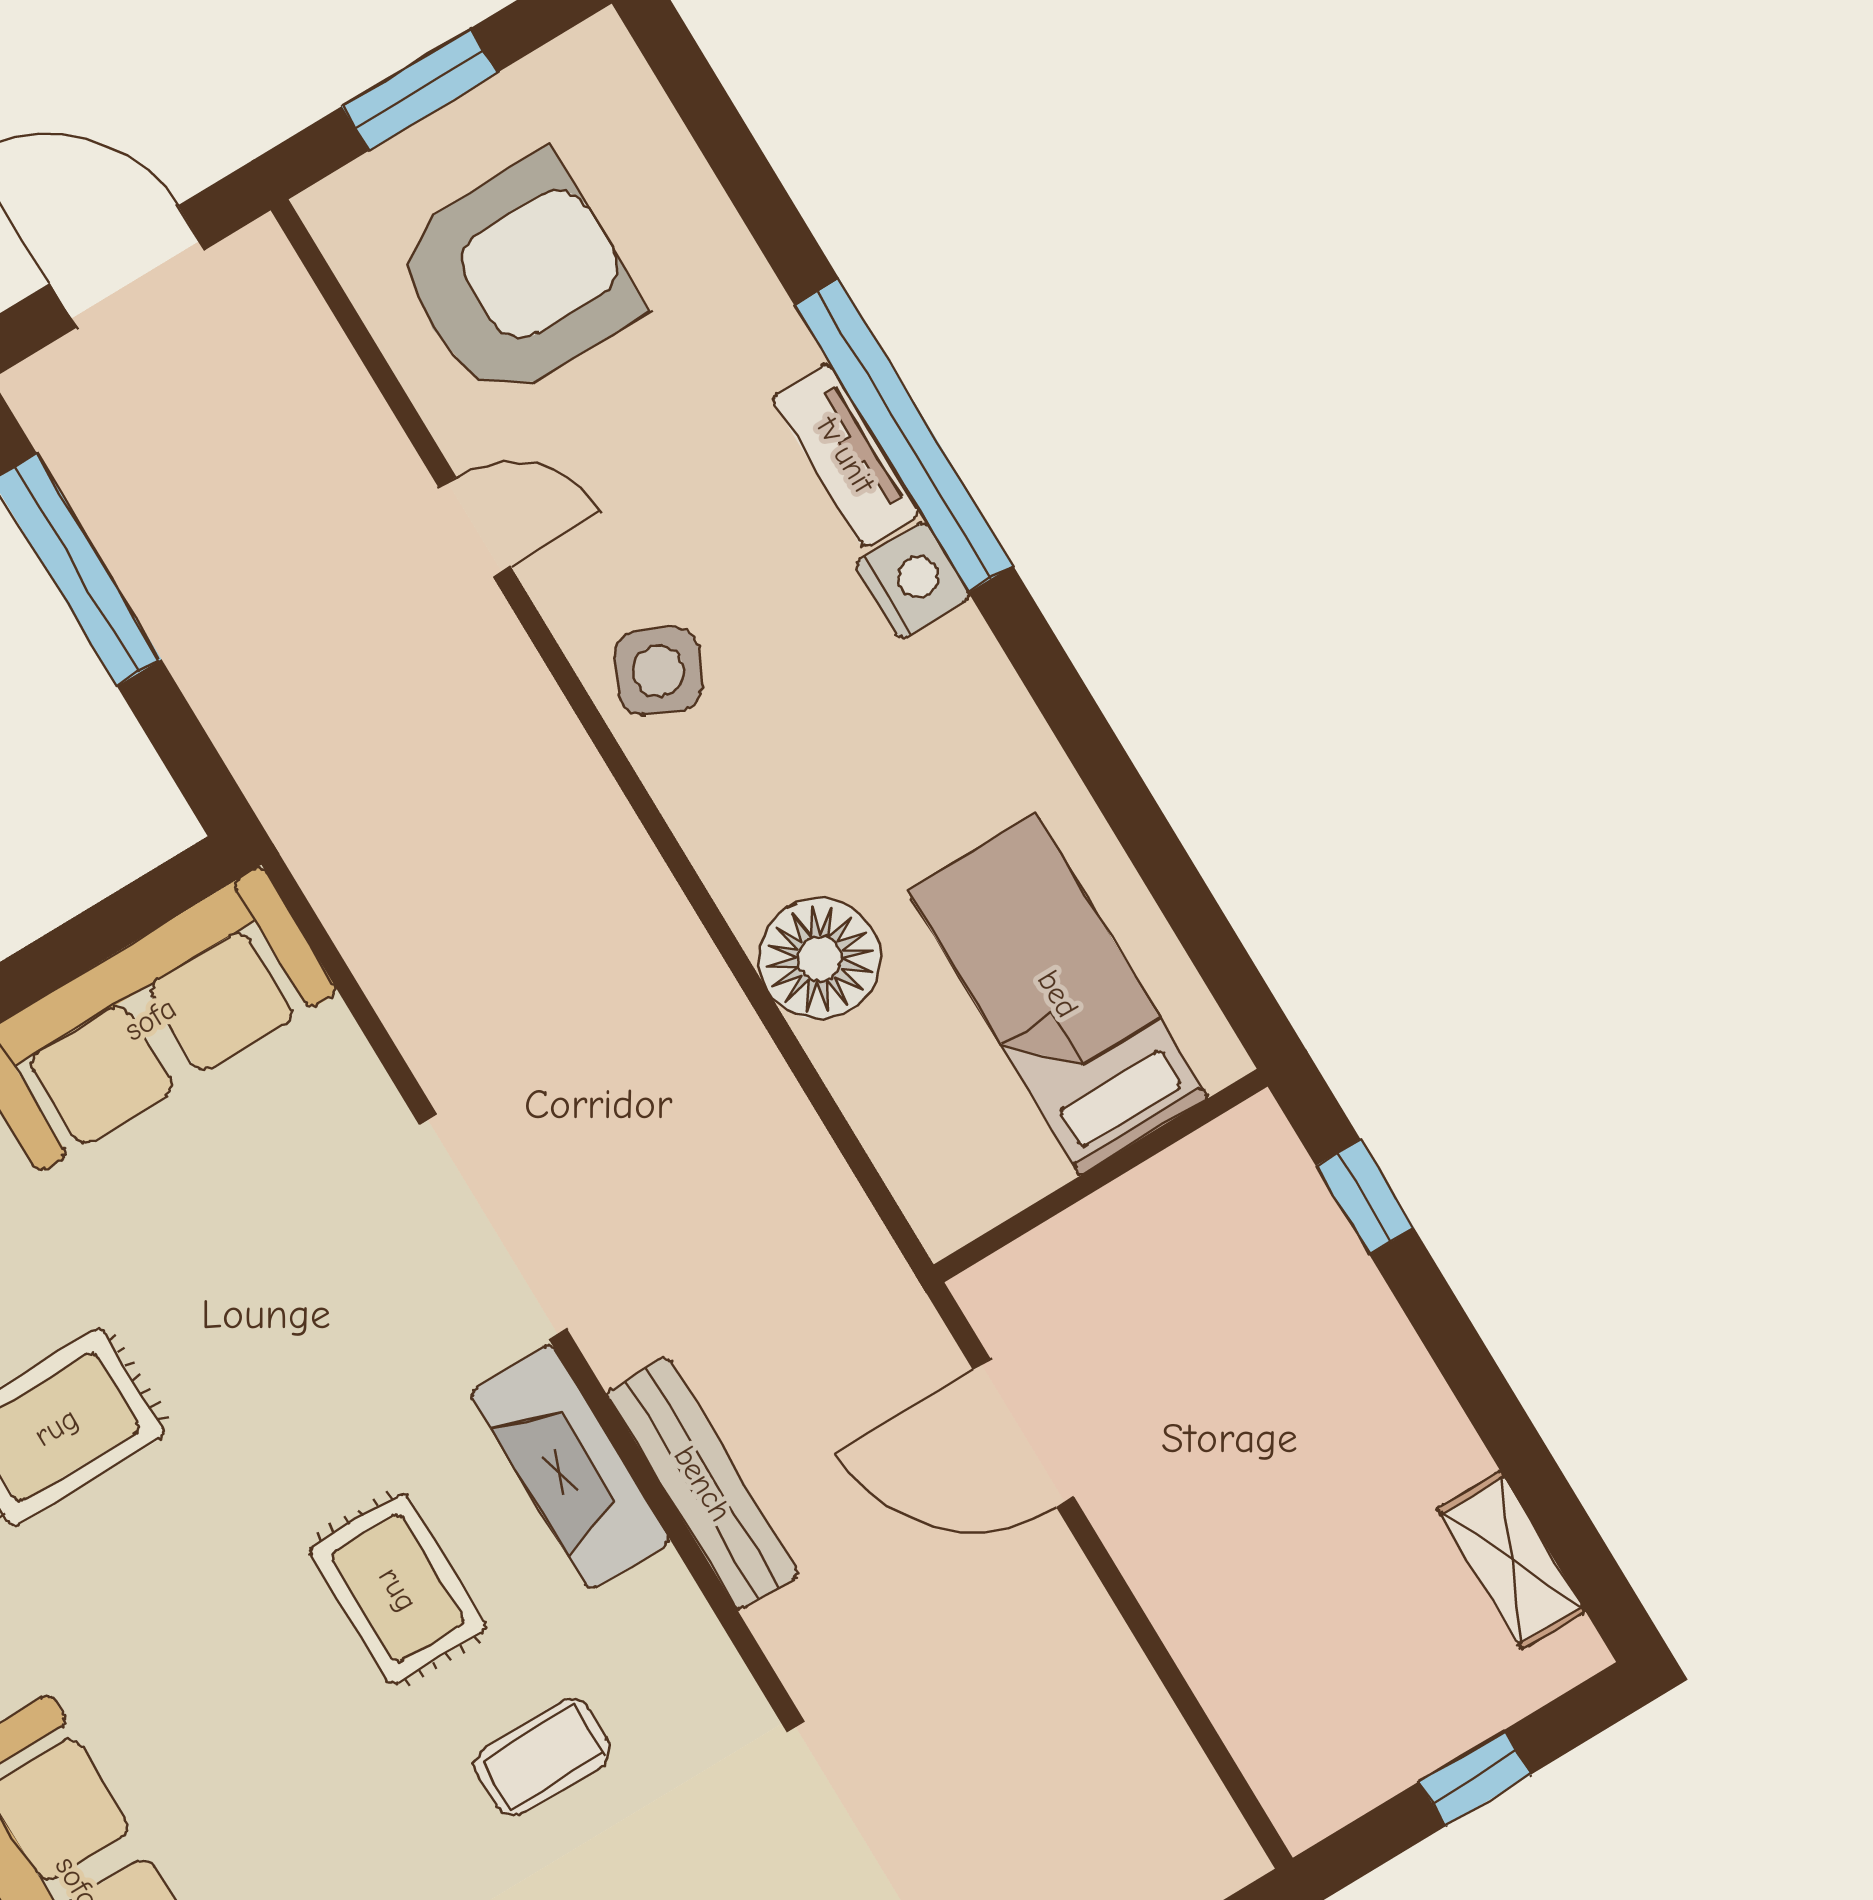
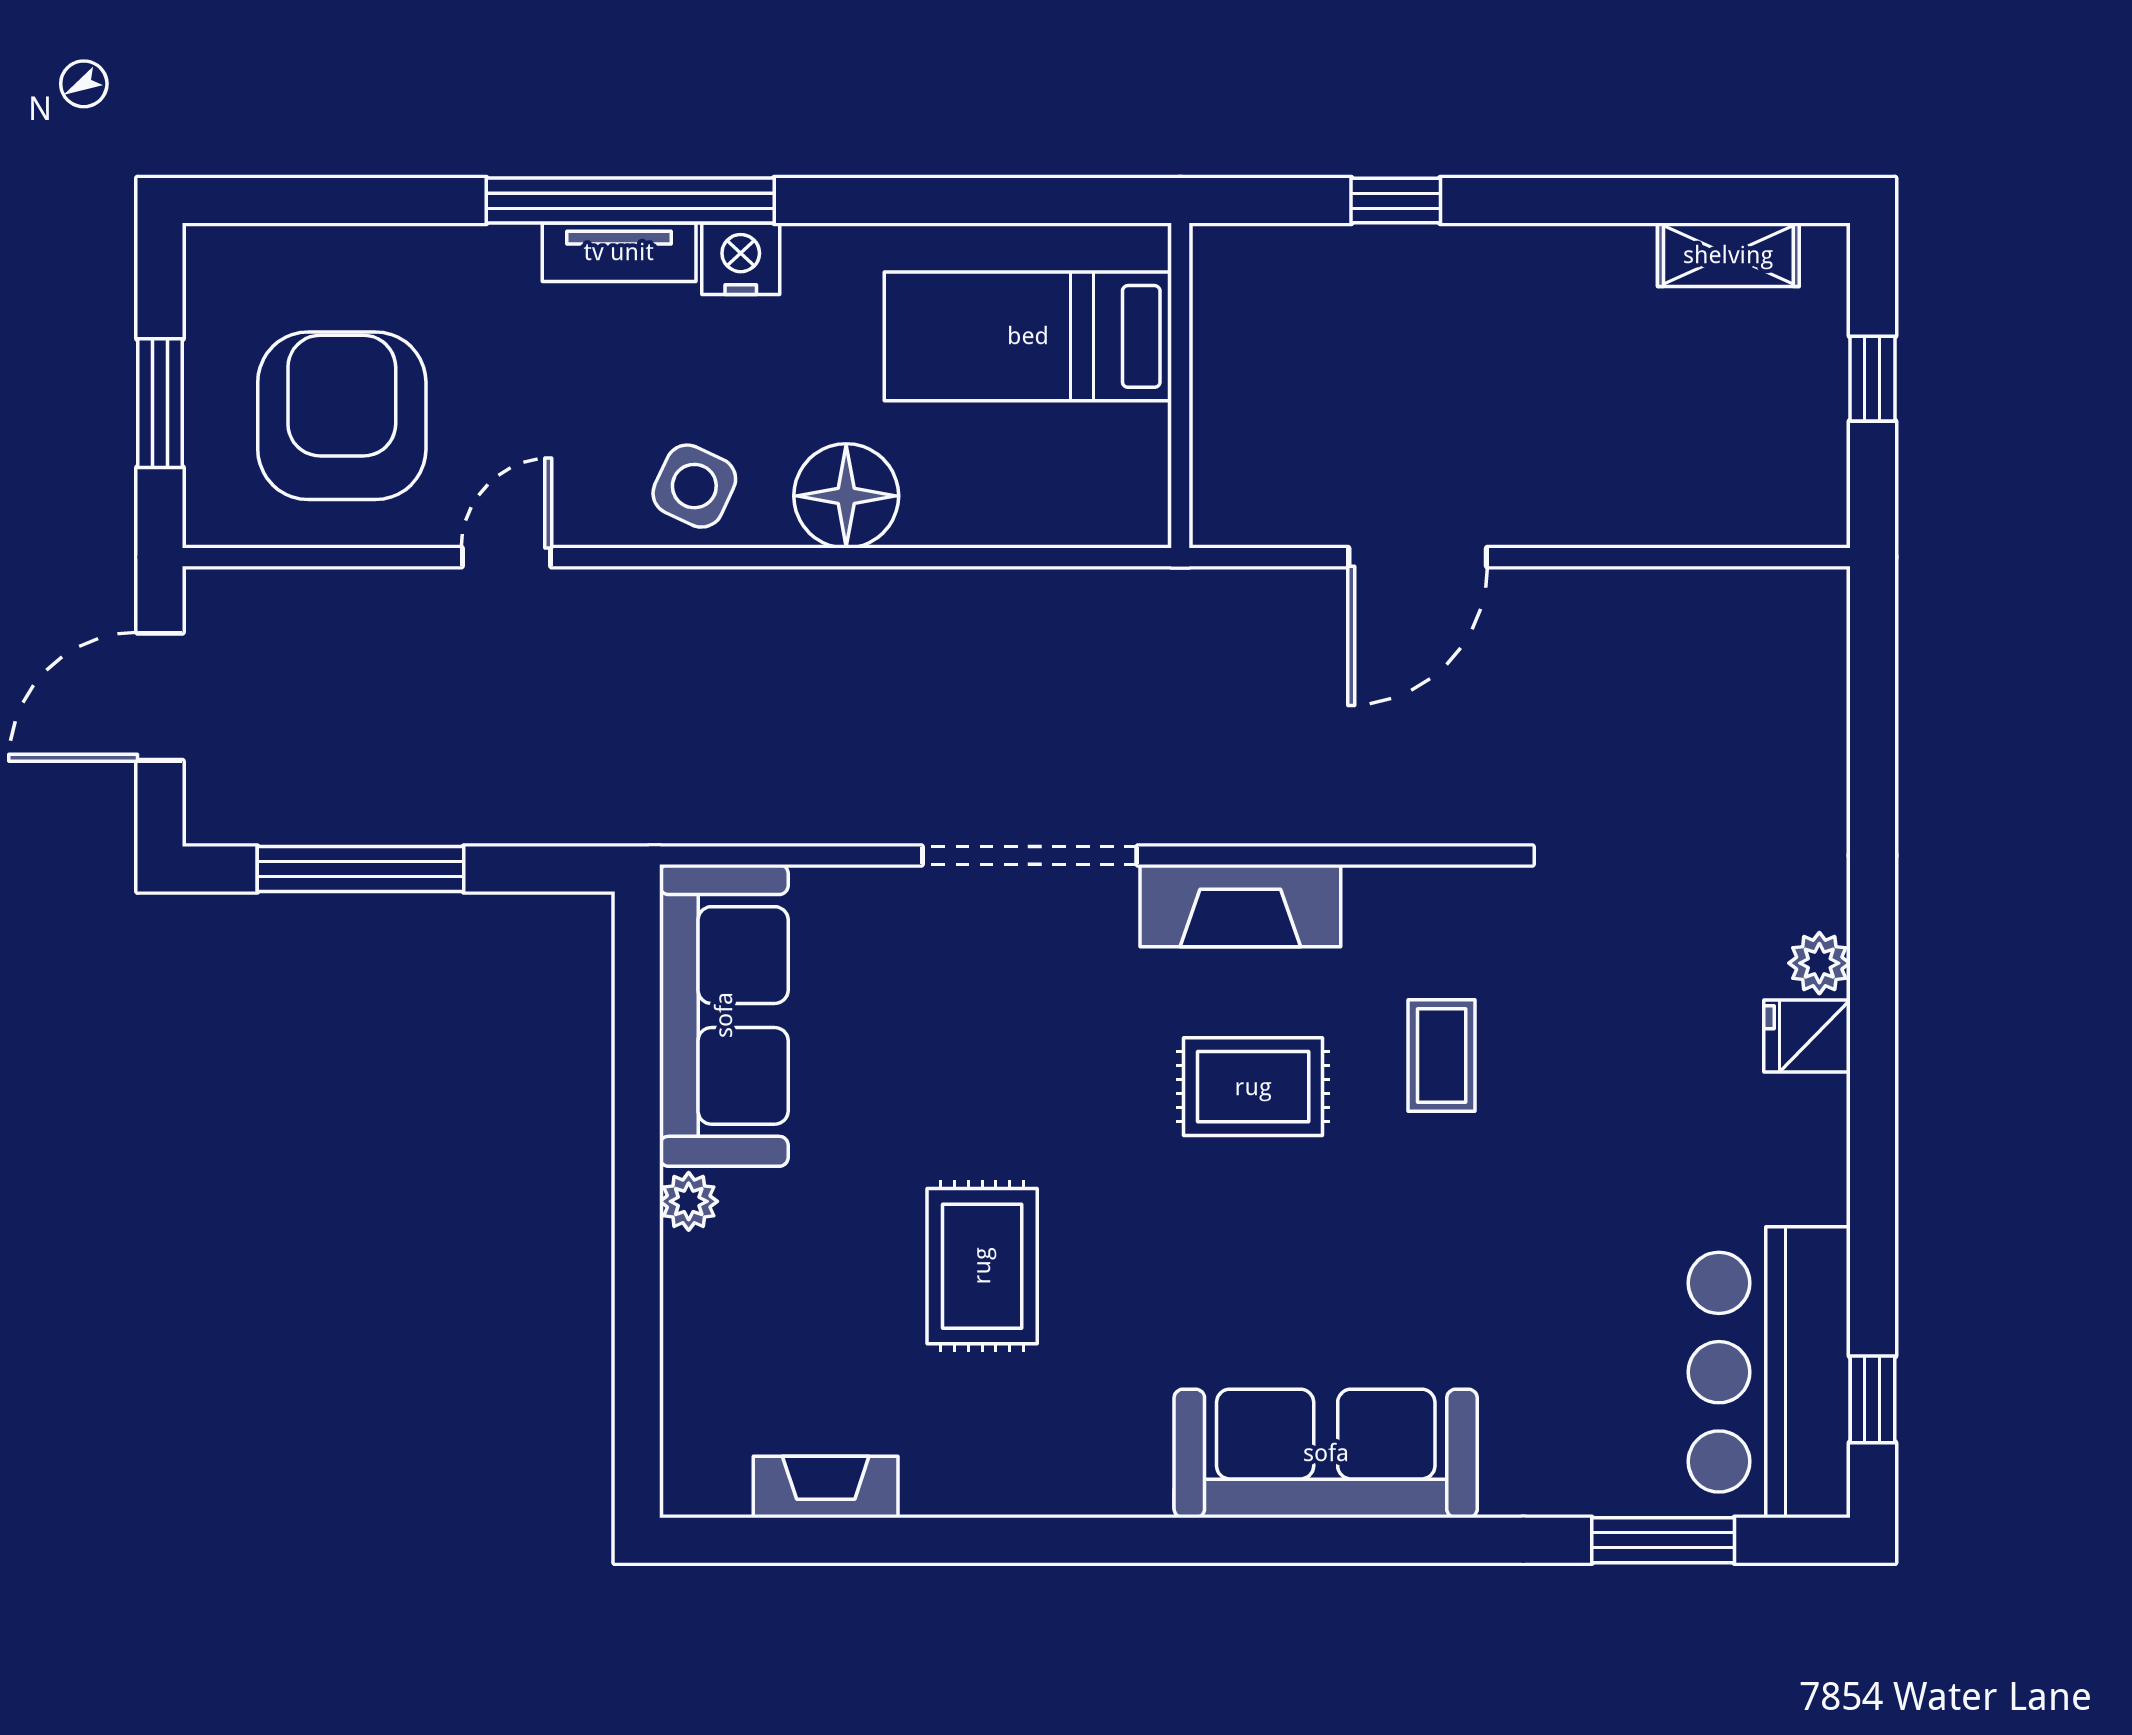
floor lamp: (819, 959) -> (846, 496), moved
bed: (1058, 994) -> (1028, 336), moved
wall: (1101, 1175) -> (1180, 386), moved
bench: (703, 1484) -> (1312, 816), removed

